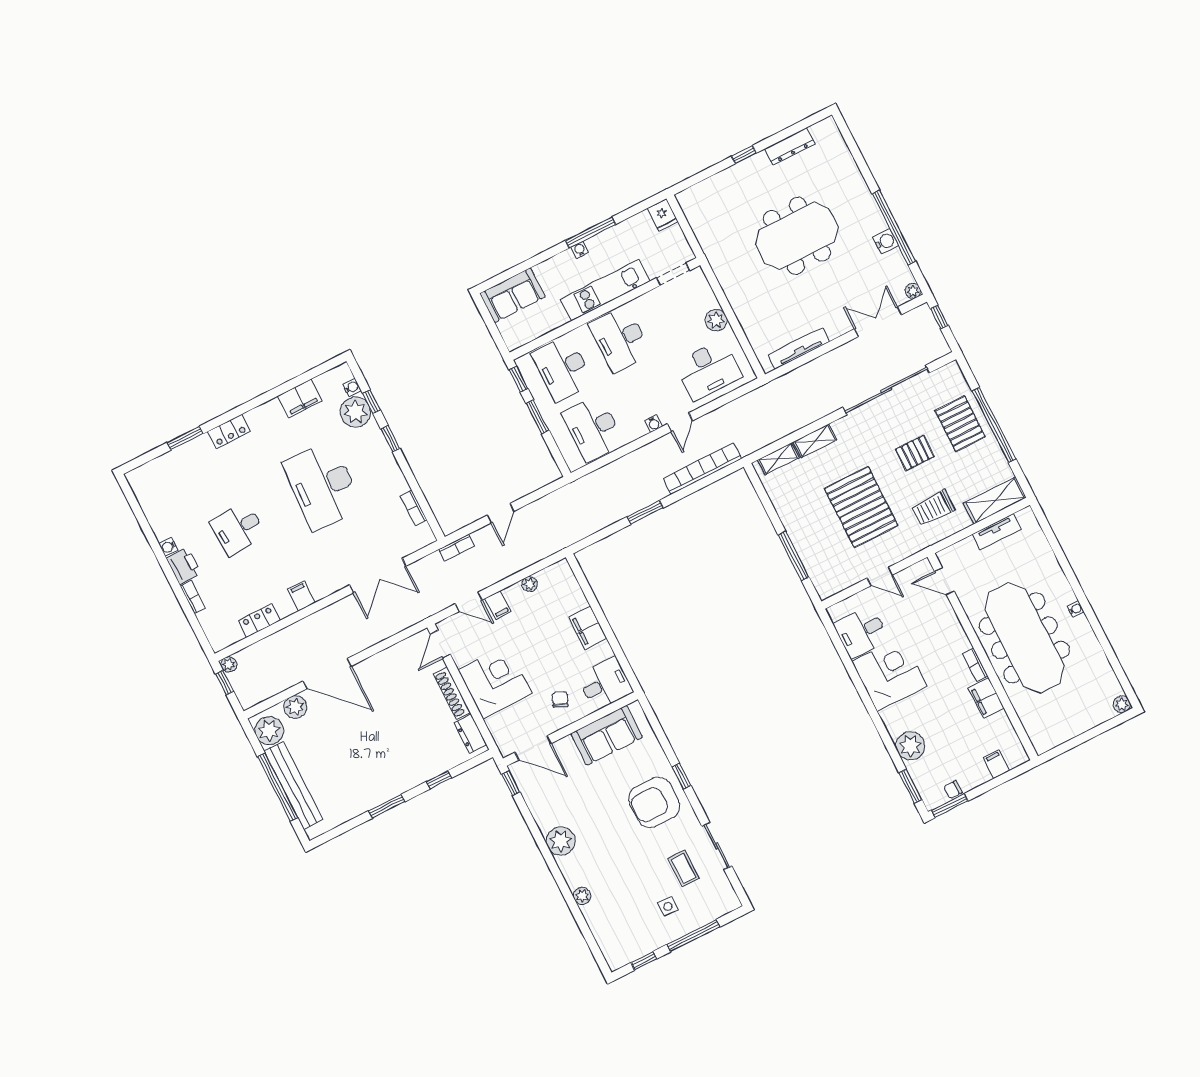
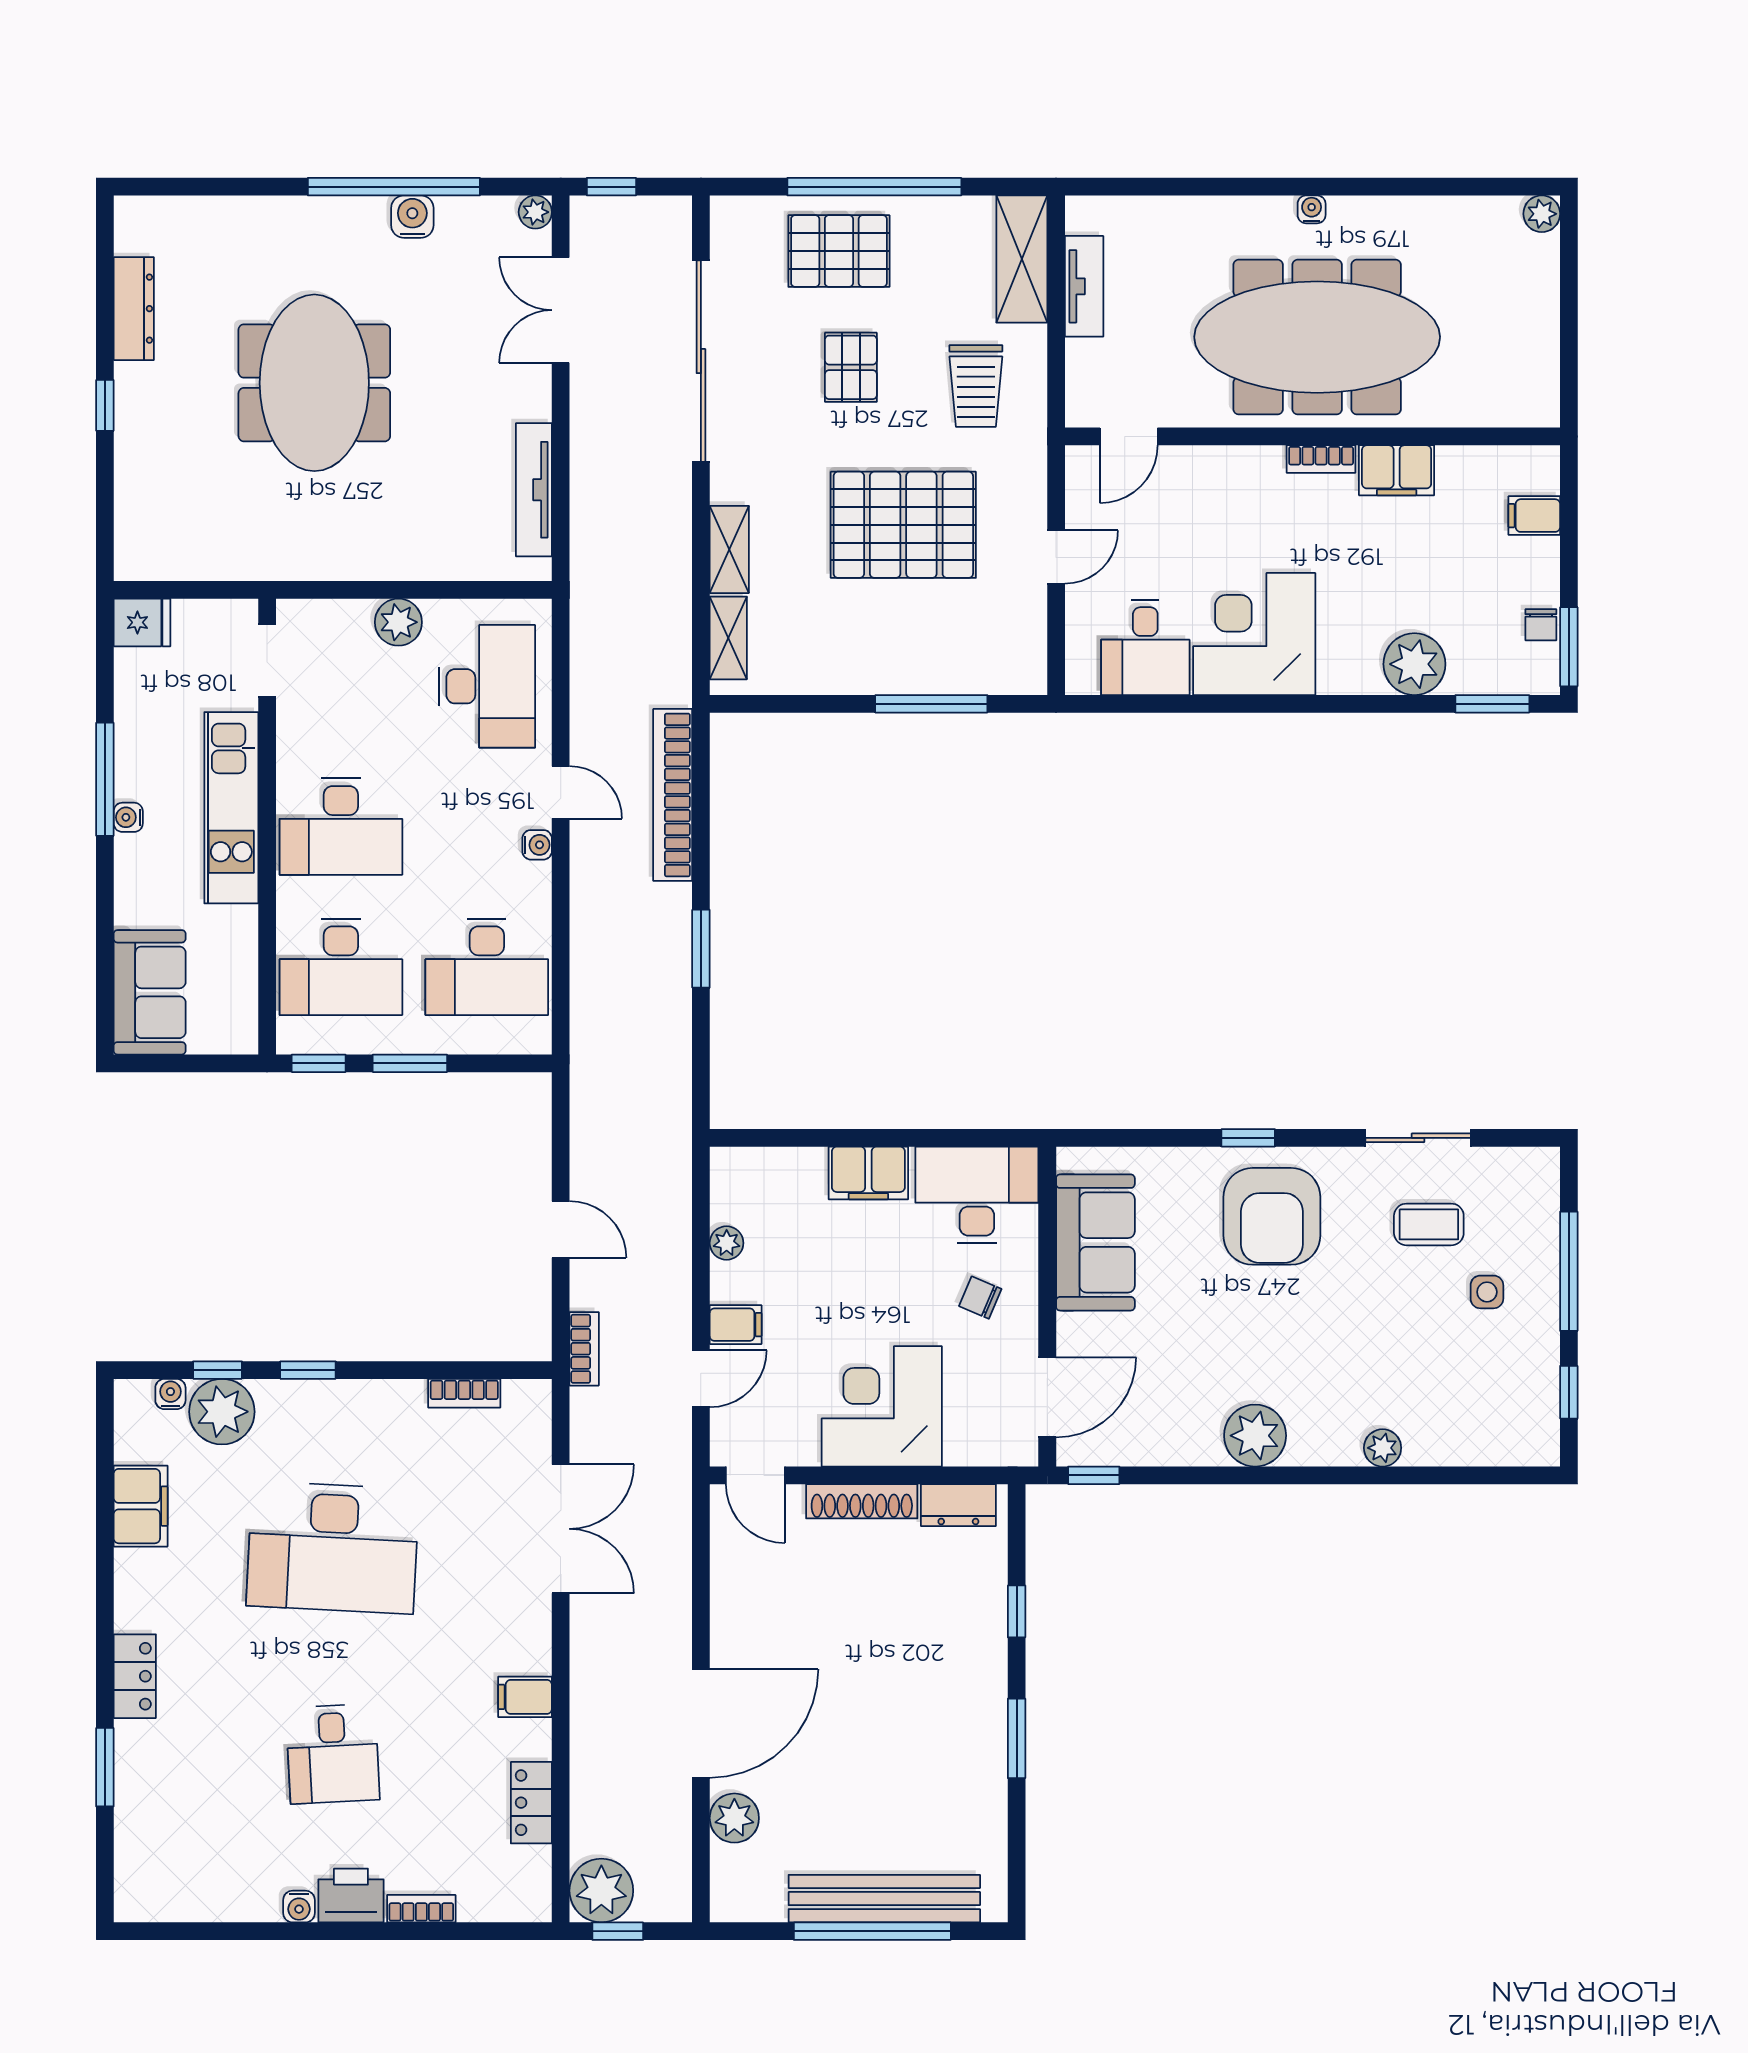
plant: (229, 665) -> (601, 1891), width x1.88, depth x1.88
desk: (605, 684) -> (977, 1195), width x1.37
plant: (269, 731) -> (754, 1892), removed

